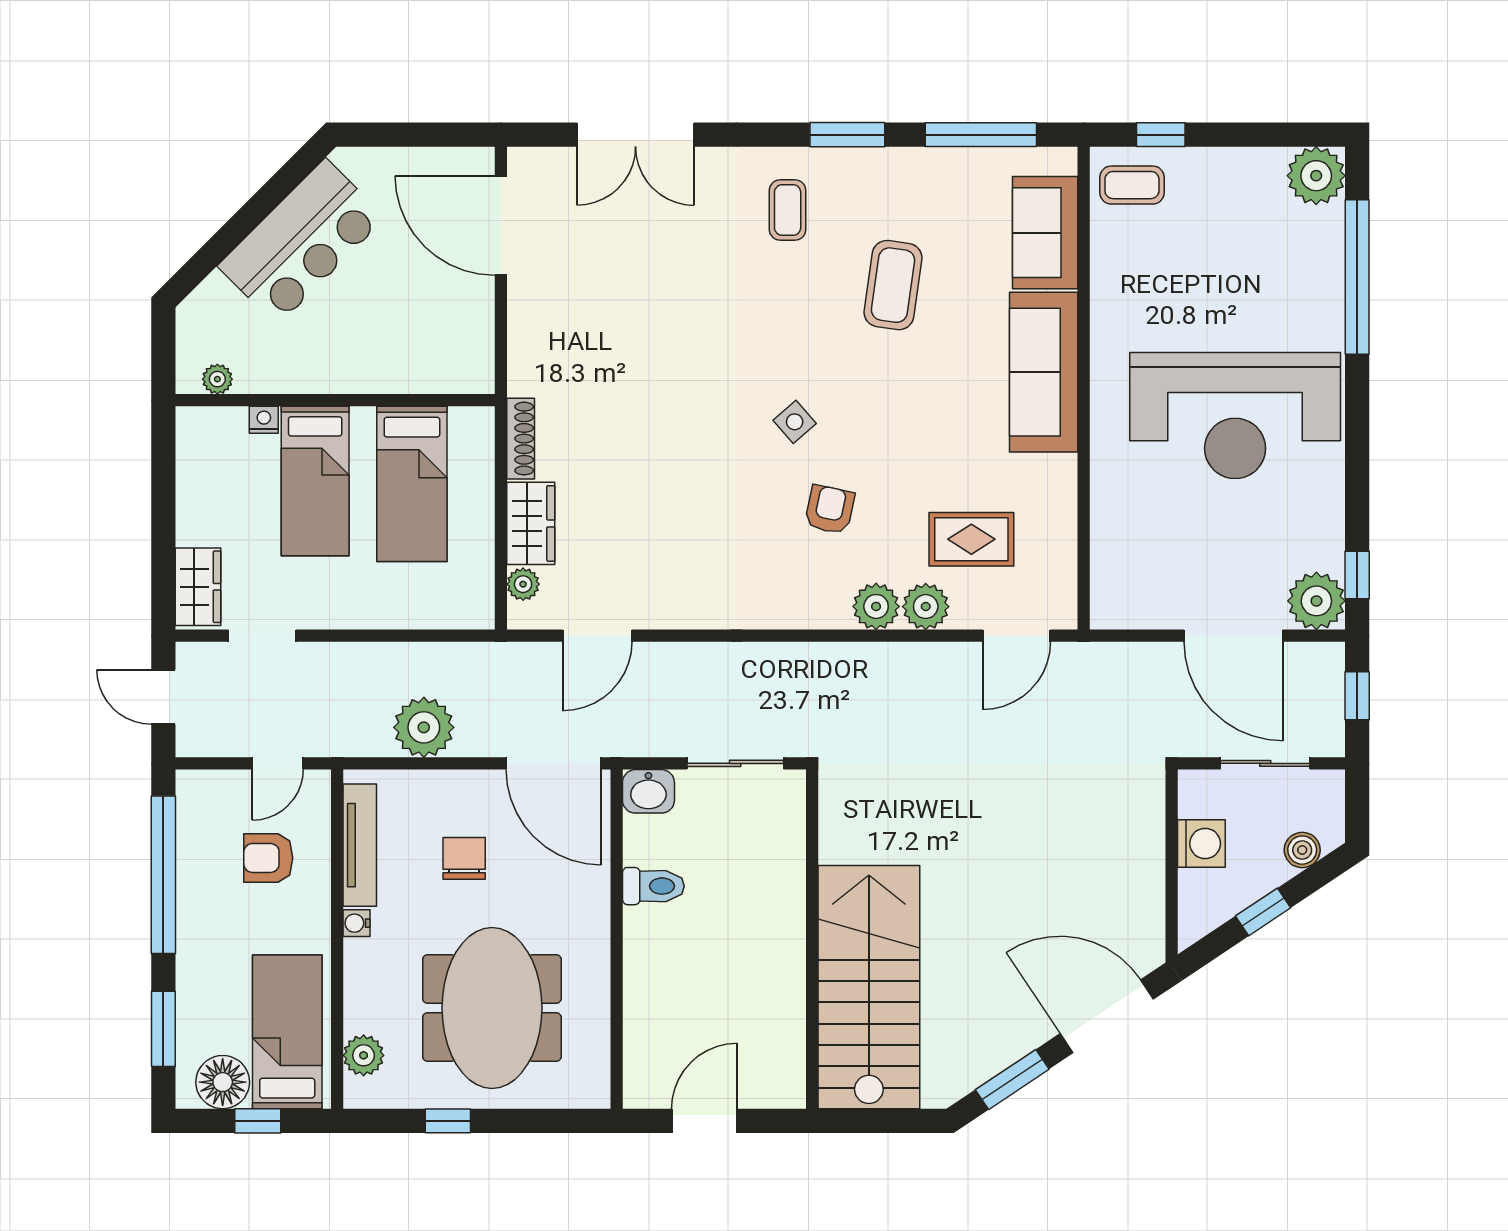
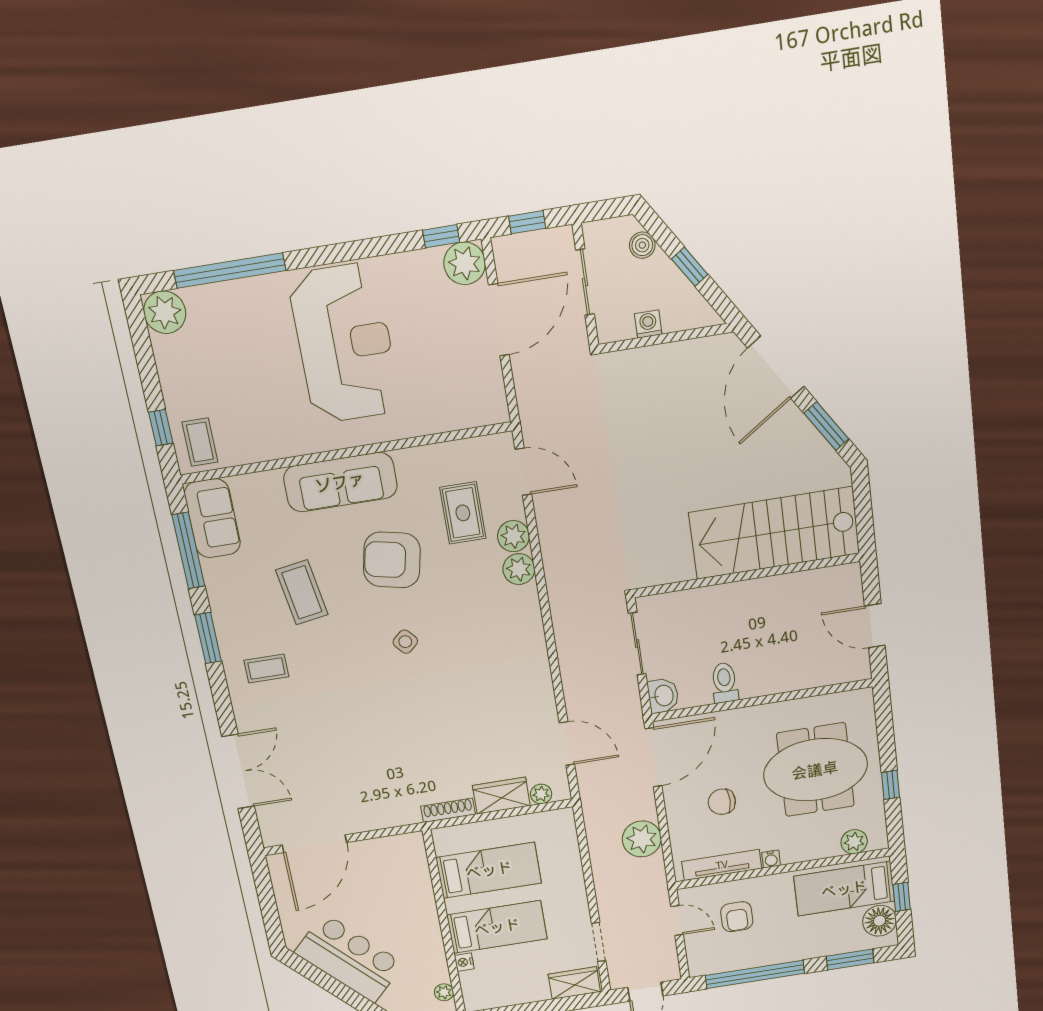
sofa: (1045, 233) -> (212, 518), moved, turned -90
coffee table: (893, 285) -> (302, 592), turned 73
armchair: (830, 510) -> (392, 560), moved, width x1.88, depth x1.88
washing machine: (1201, 844) -> (648, 324), width x0.73, depth x0.73

